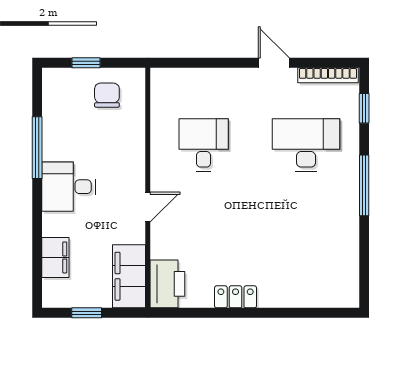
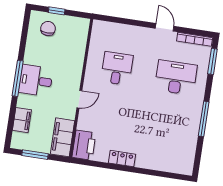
chair: (107, 95) -> (48, 28), moved
window: (364, 108) -> (212, 61), width x1.50
window: (37, 148) -> (18, 78), moved
window: (364, 185) -> (204, 119), moved
window: (87, 313) -> (35, 155), width x1.50

